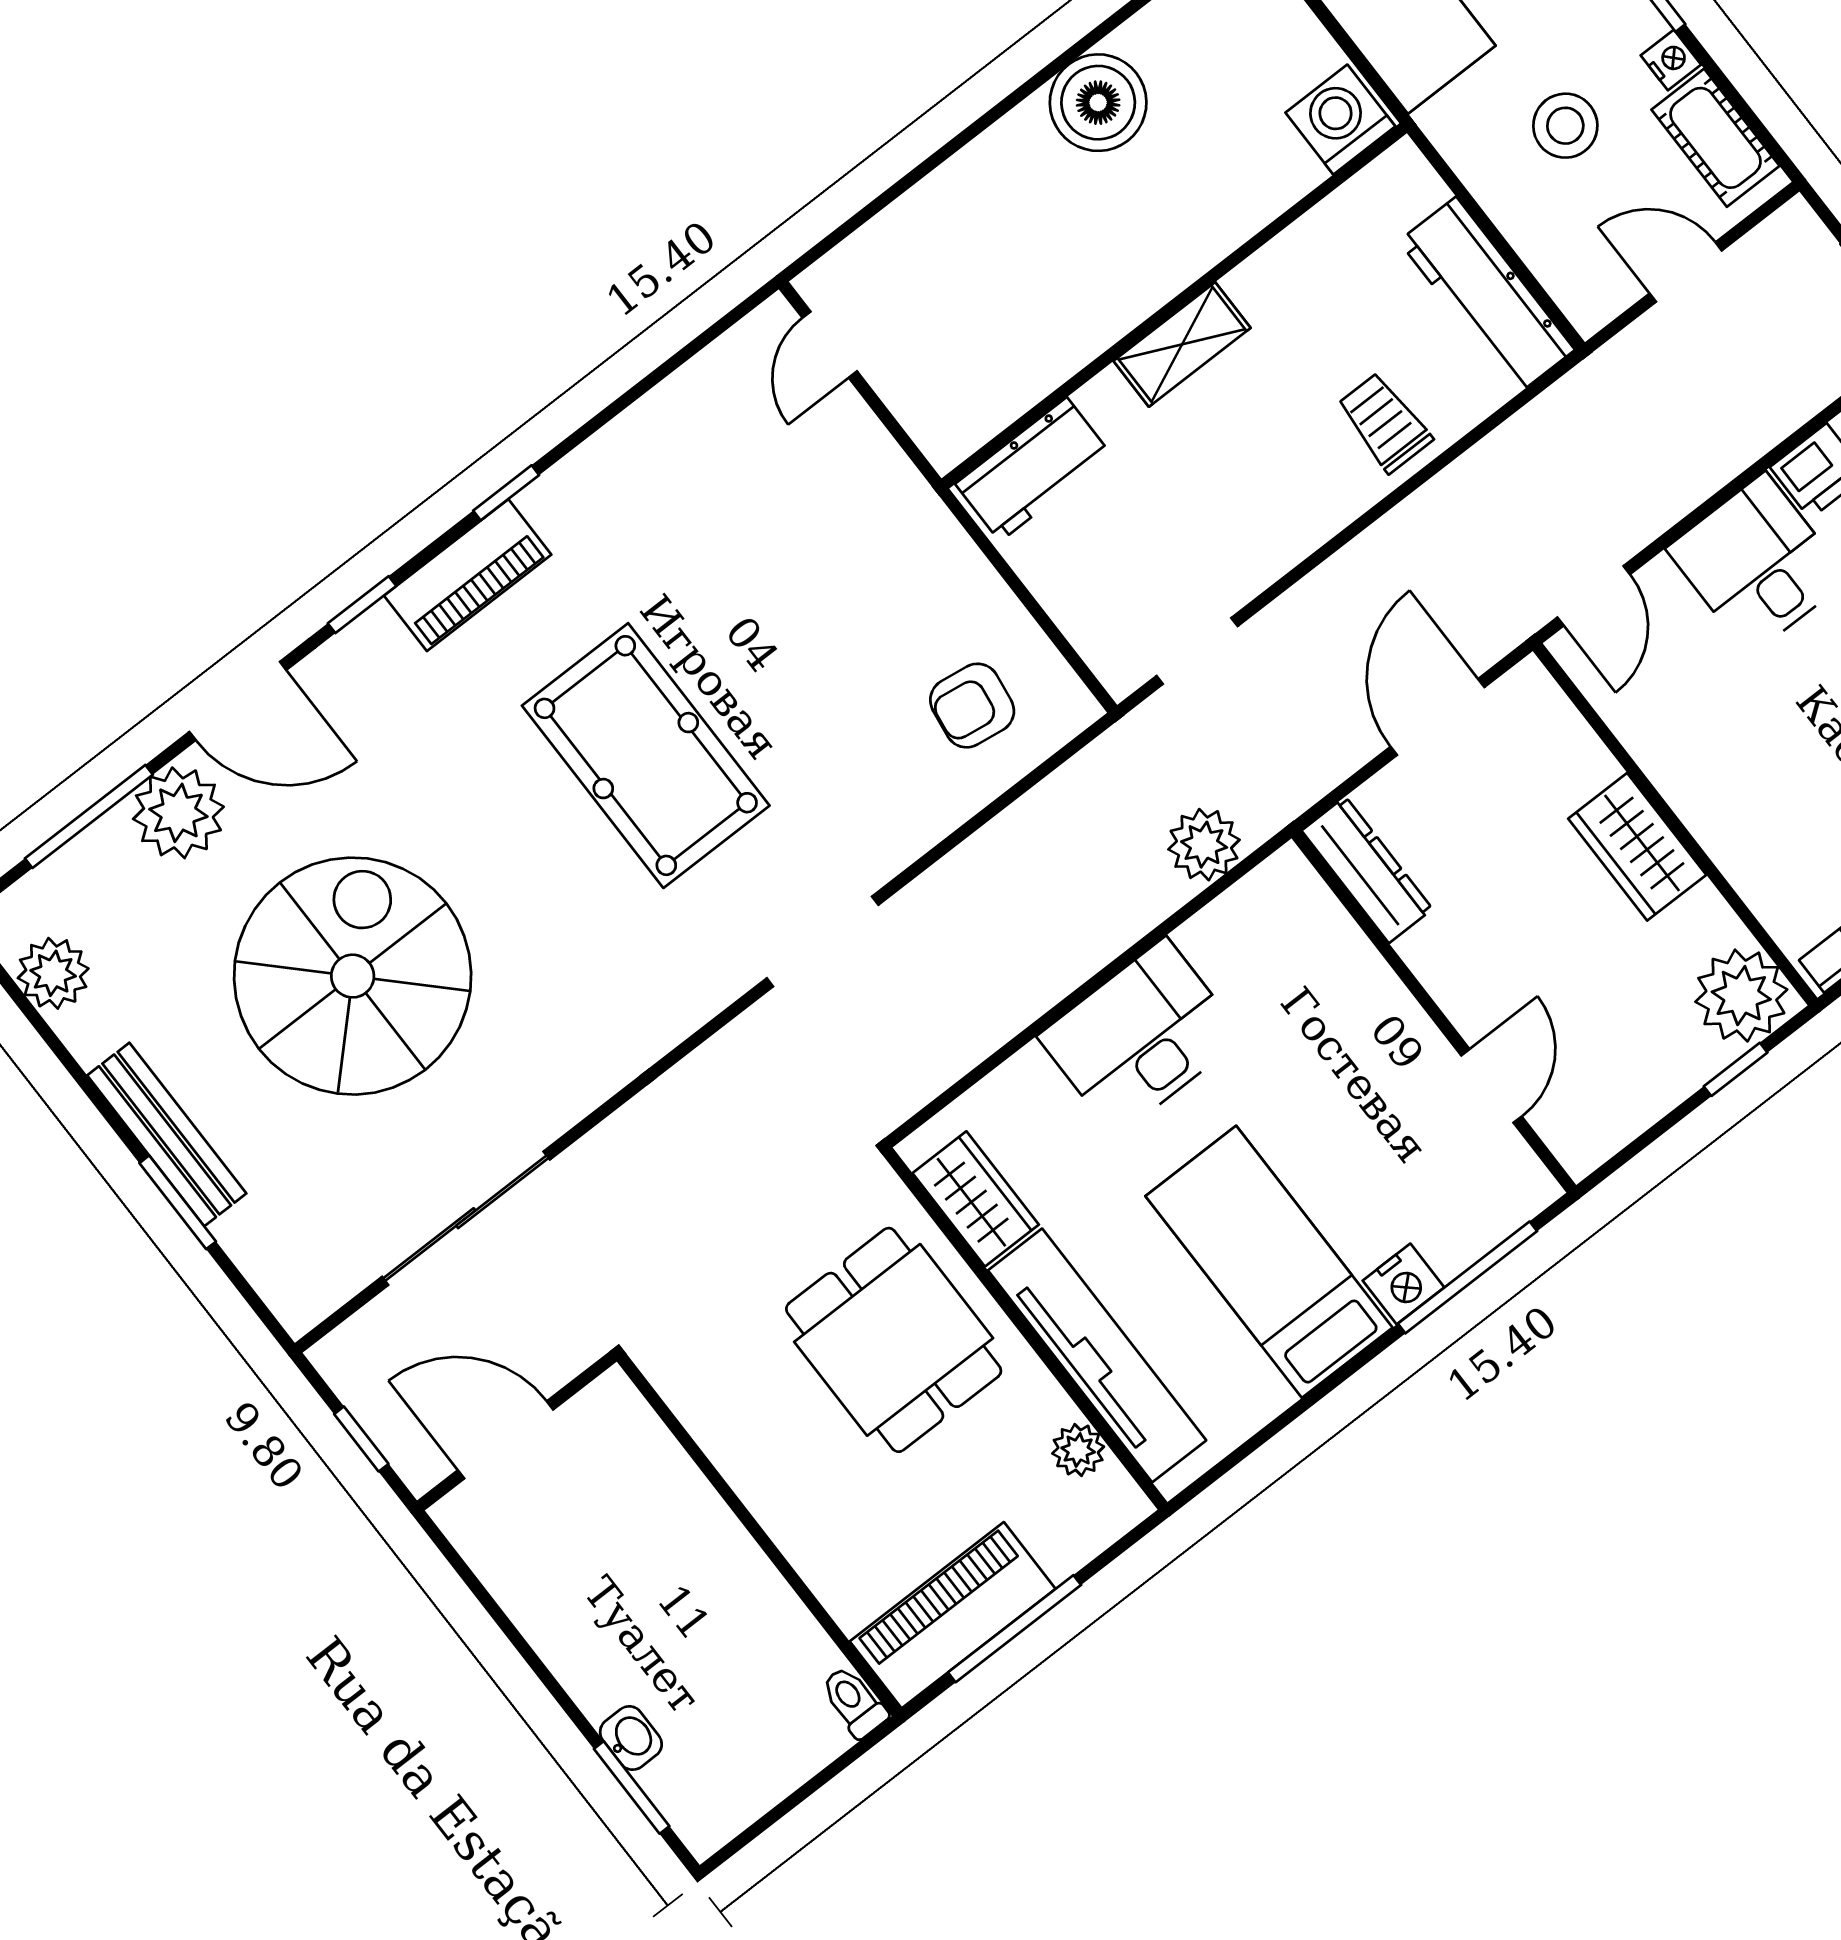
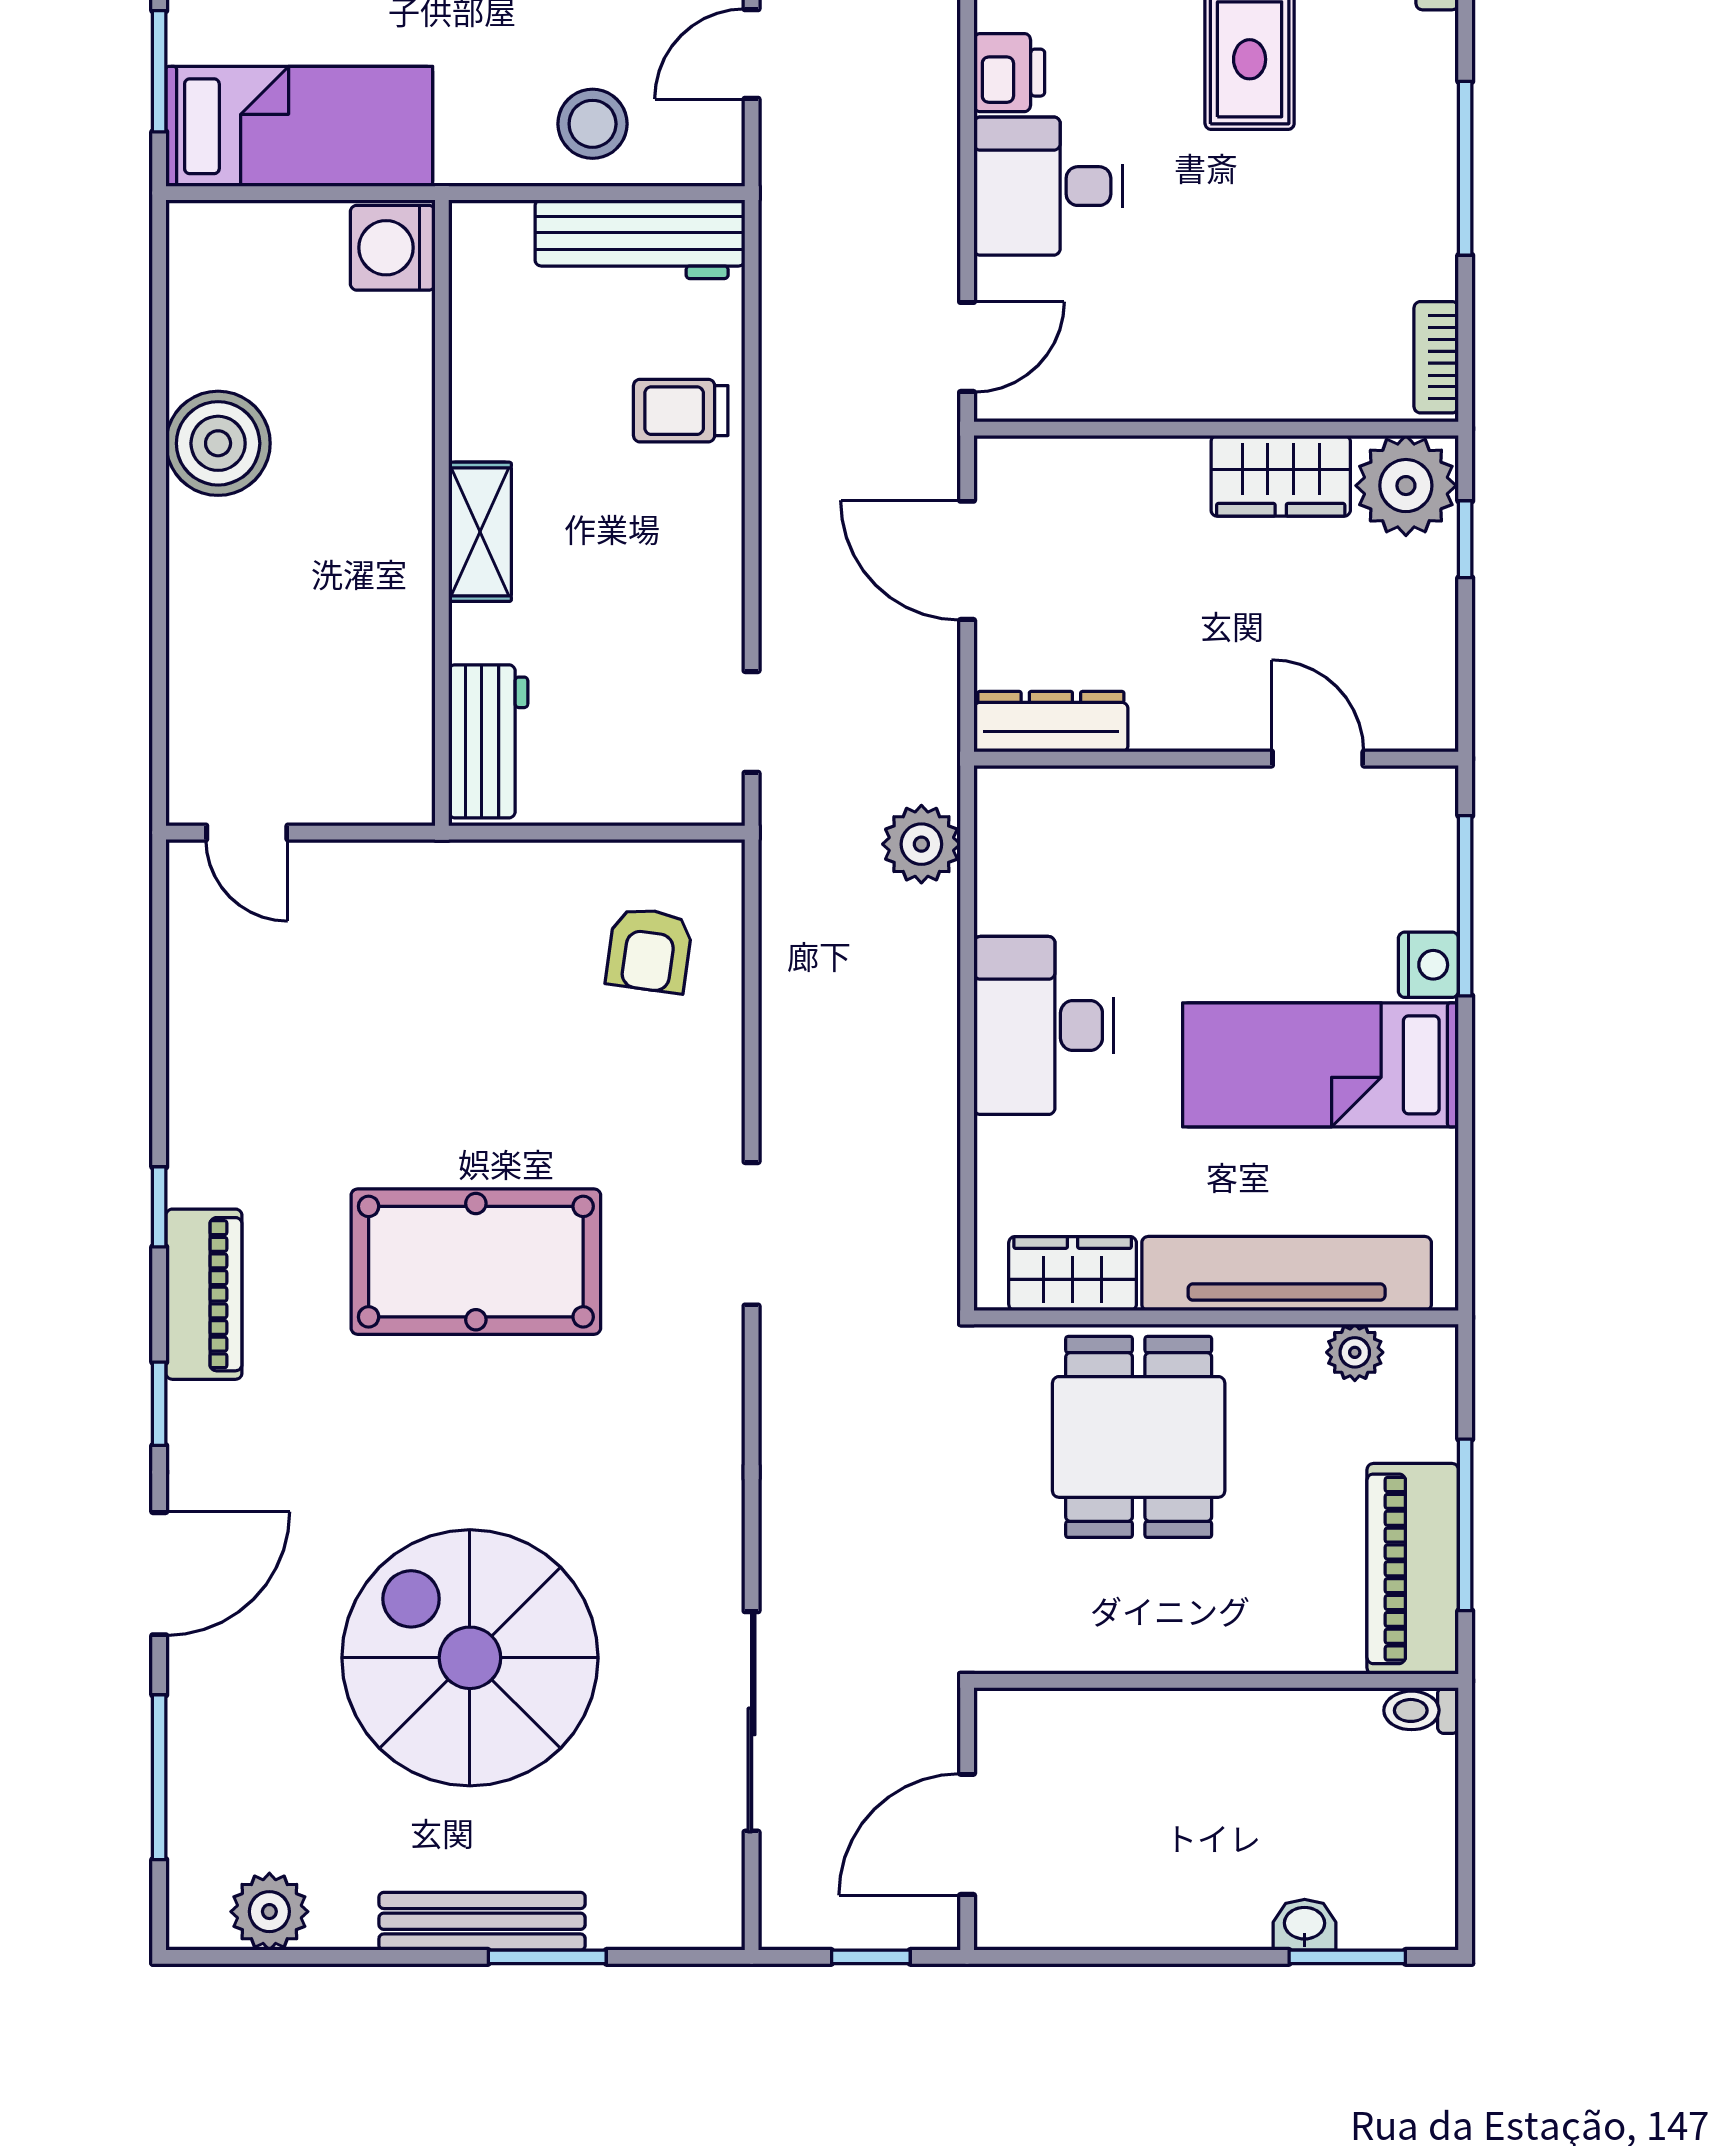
stool: (1565, 126) -> (593, 124), moved
door: (1594, 596) -> (967, 347), hinge flipped
plant: (178, 813) -> (215, 1698), removed
wardrobe: (1637, 847) -> (1281, 476), moved
dining table: (894, 1340) -> (1139, 1437), turned 90

